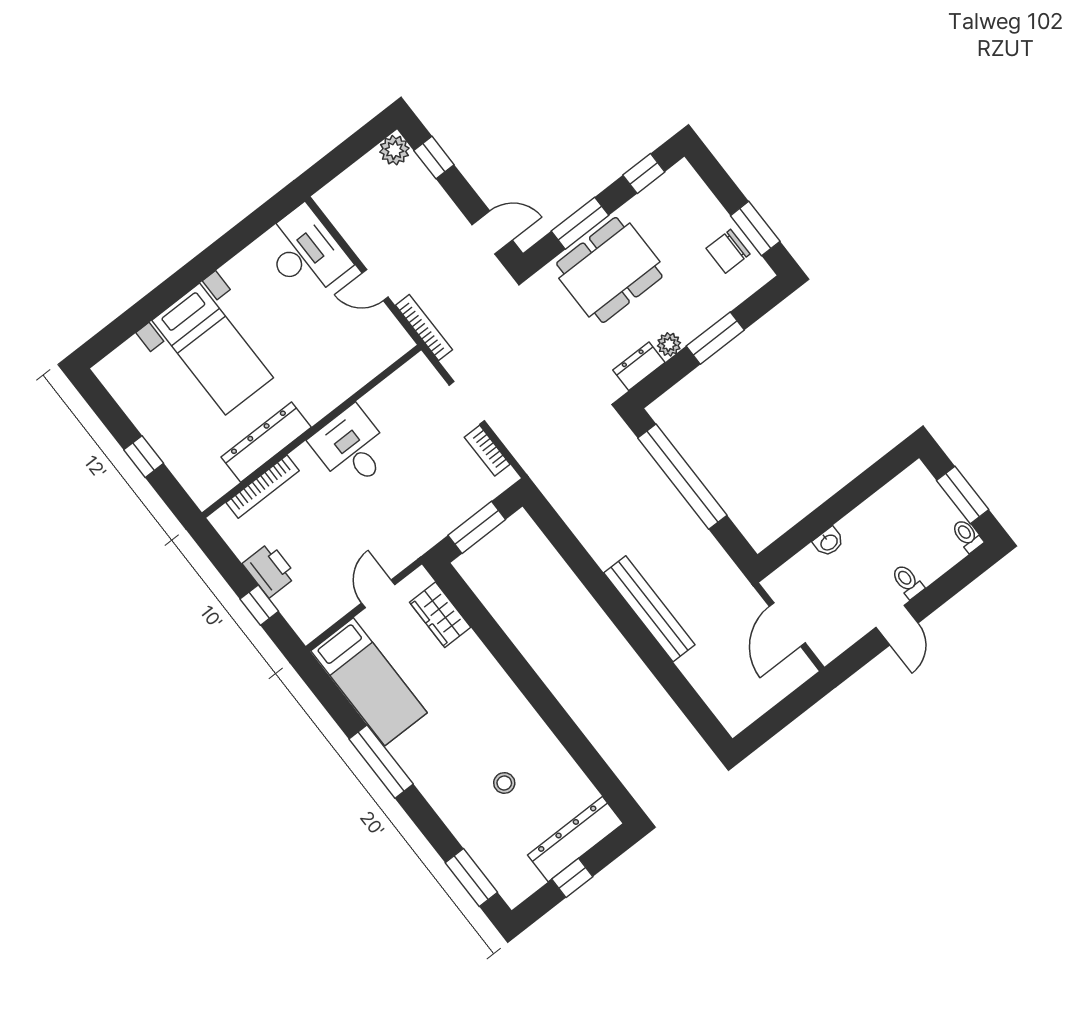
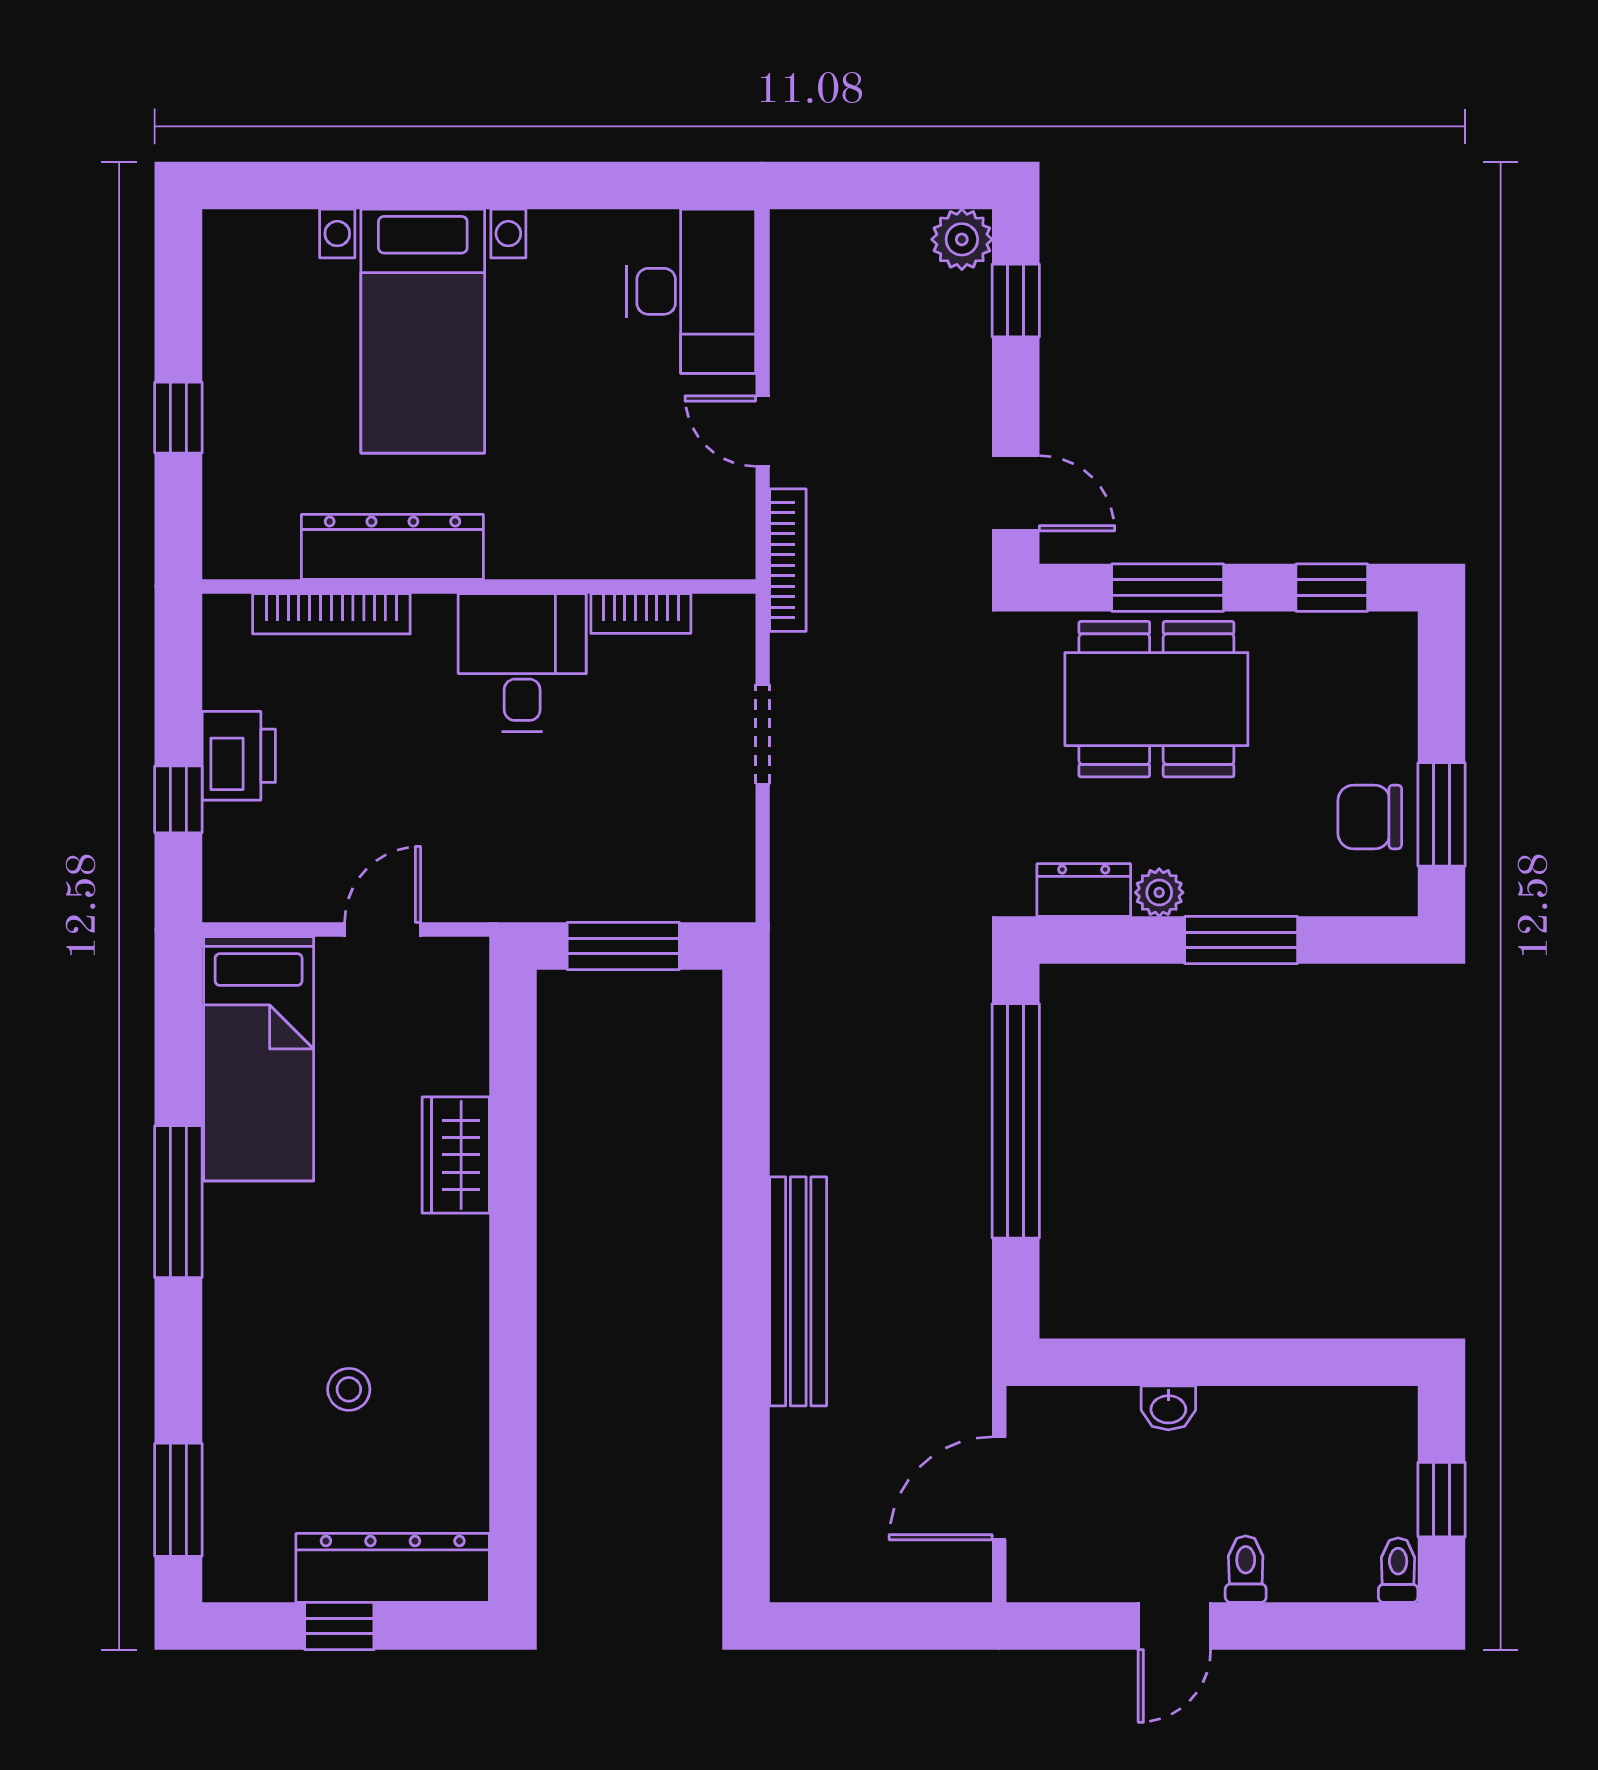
bookcase: (487, 451) -> (641, 614), moved, turned -90
window: (963, 495) -> (1442, 1500), width x0.67
wardrobe: (440, 615) -> (456, 1155), moved

